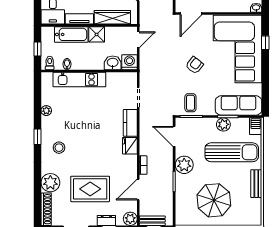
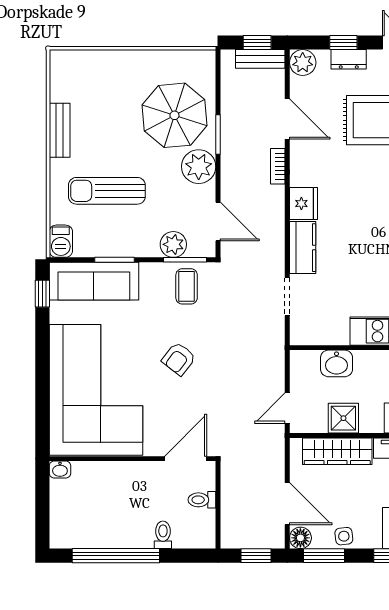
shower: (97, 34) -> (343, 418), moved
window: (265, 43) -> (42, 294), moved
washing machine: (129, 62) -> (304, 365), removed
plant: (223, 124) -> (173, 244), moved
sun lounger: (232, 152) -> (107, 191), width x0.73, depth x0.75
door: (138, 190) -> (287, 119), hinge flipped
parasol: (214, 200) -> (174, 115), moved

